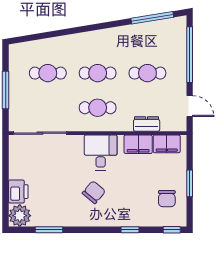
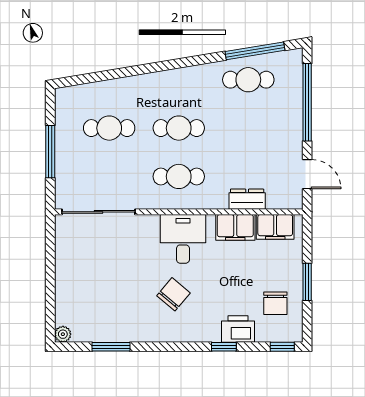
cafe table: (147, 73) -> (248, 80), moved
printer: (18, 192) -> (238, 329), moved, turned -90
plant: (20, 216) -> (63, 334), width x0.53, depth x0.53

